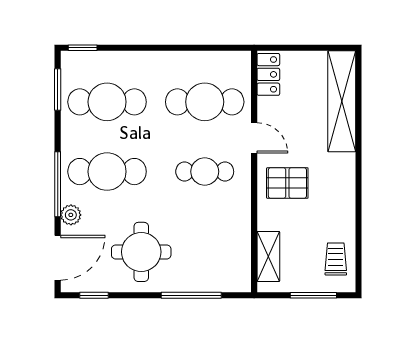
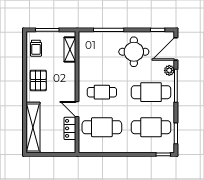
locker: (268, 74) -> (70, 128), moved
pallet: (287, 183) -> (38, 80), moved, turned 90

